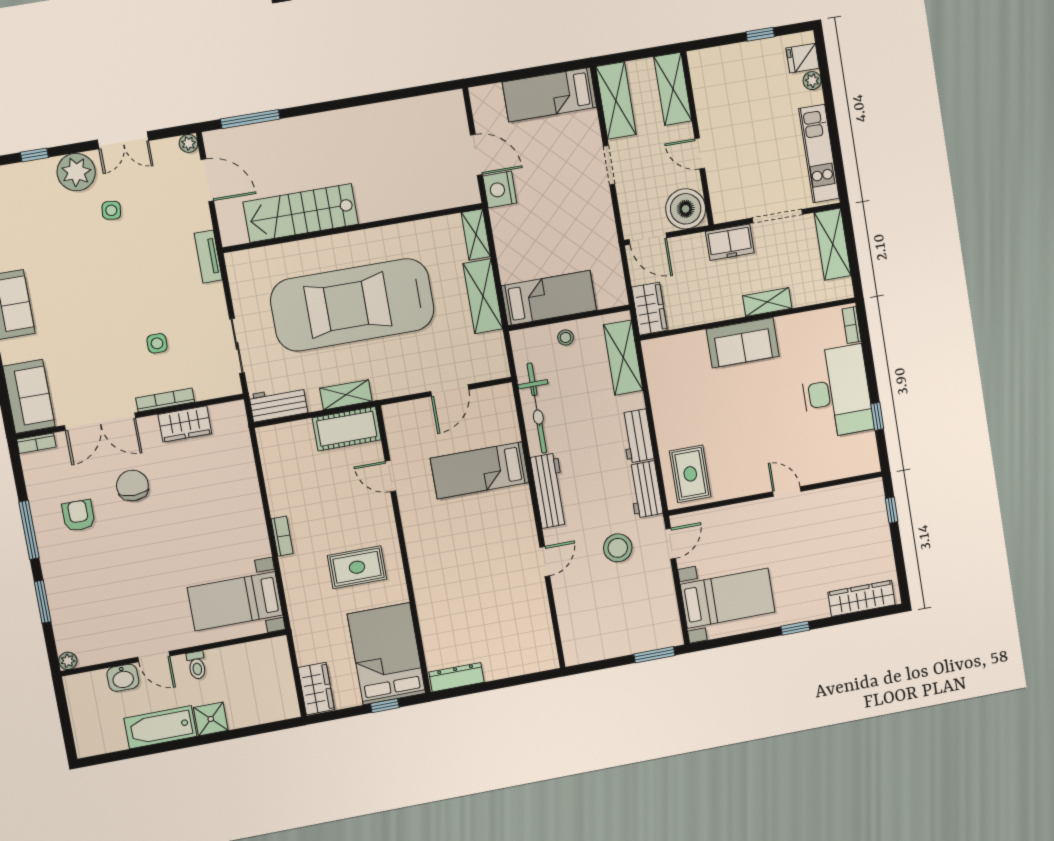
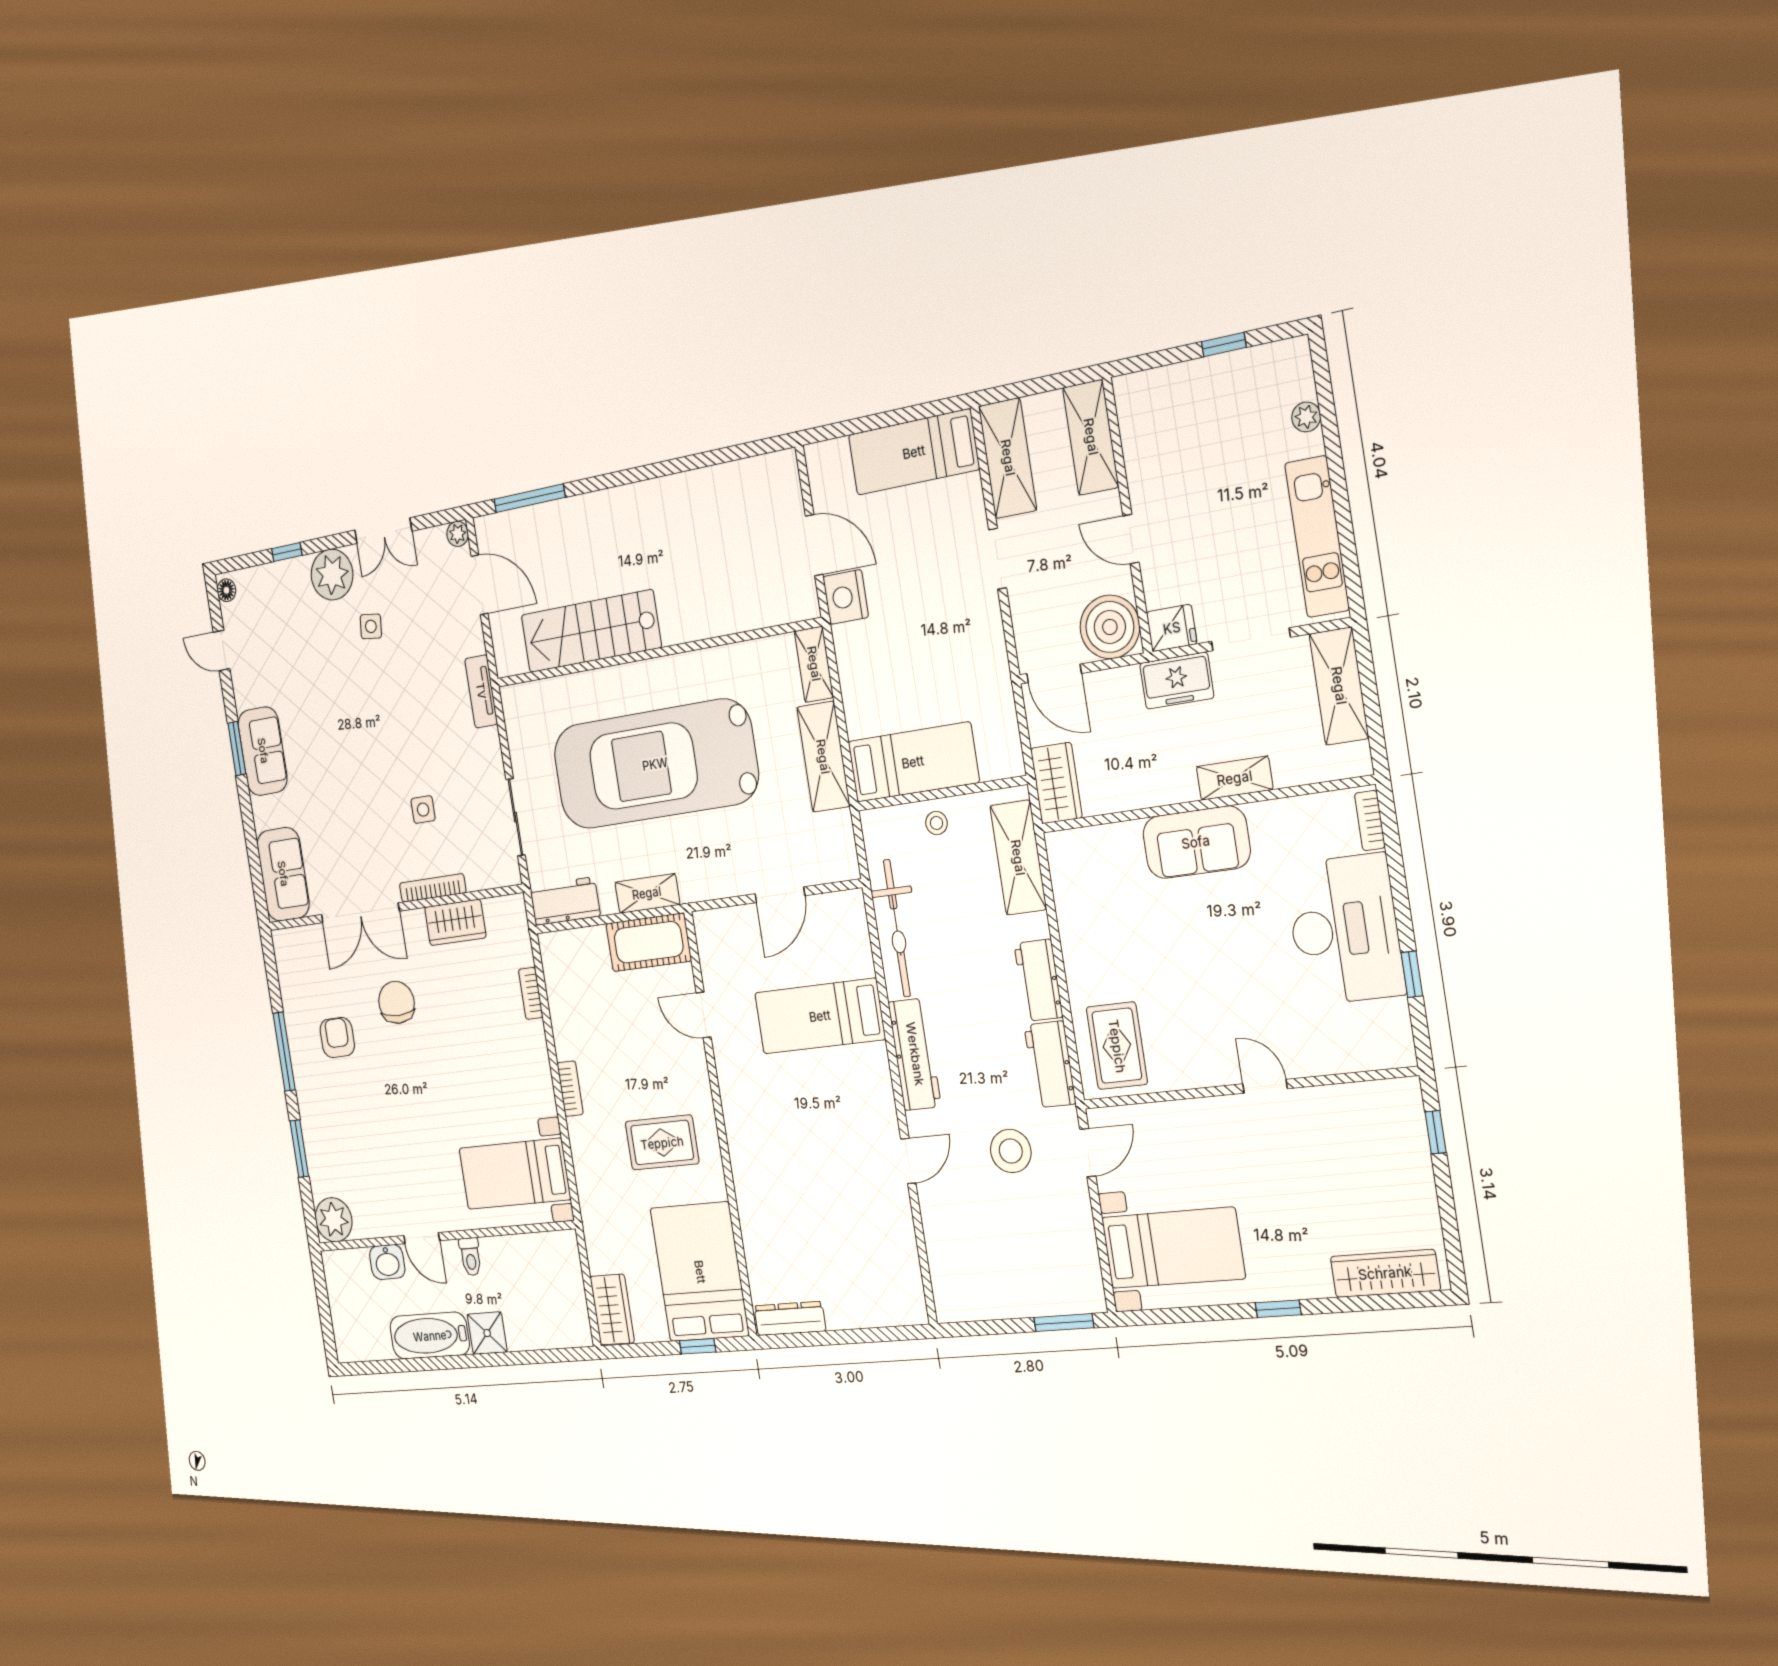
fridge: (803, 58) -> (1172, 628), moved, turned 180
bookcase: (36, 443) -> (531, 993), moved, turned 90
plant: (68, 661) -> (334, 1220), width x1.88, depth x1.88

